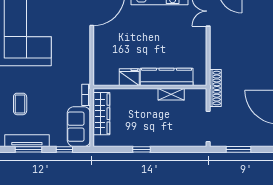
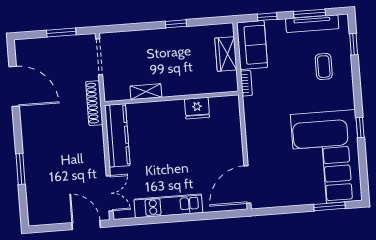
kitchen counter: (167, 77) -> (117, 135), moved, turned -90
wardrobe: (101, 114) -> (226, 54), width x0.67

